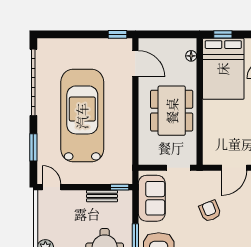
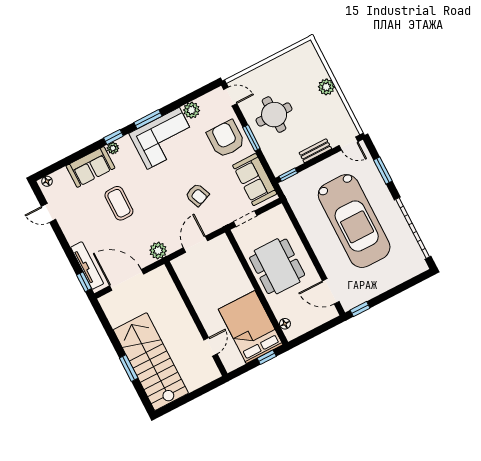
bench: (102, 196) -> (315, 151), moved

